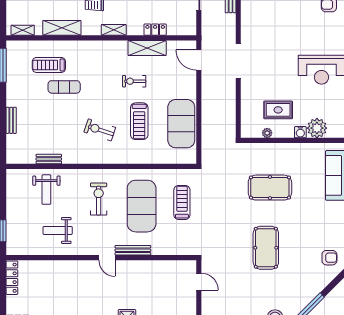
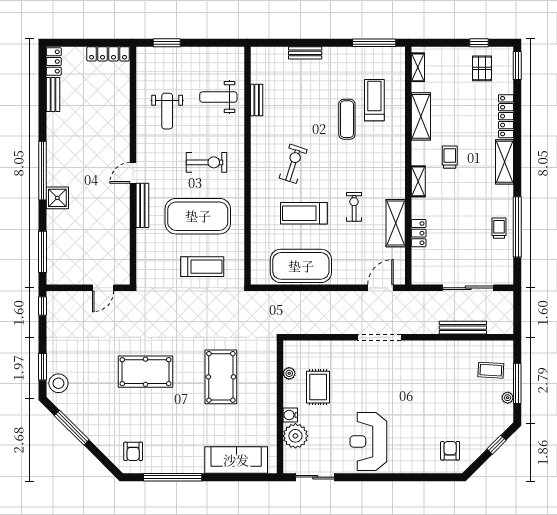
weight bench: (58, 230) -> (167, 111), turned 180

